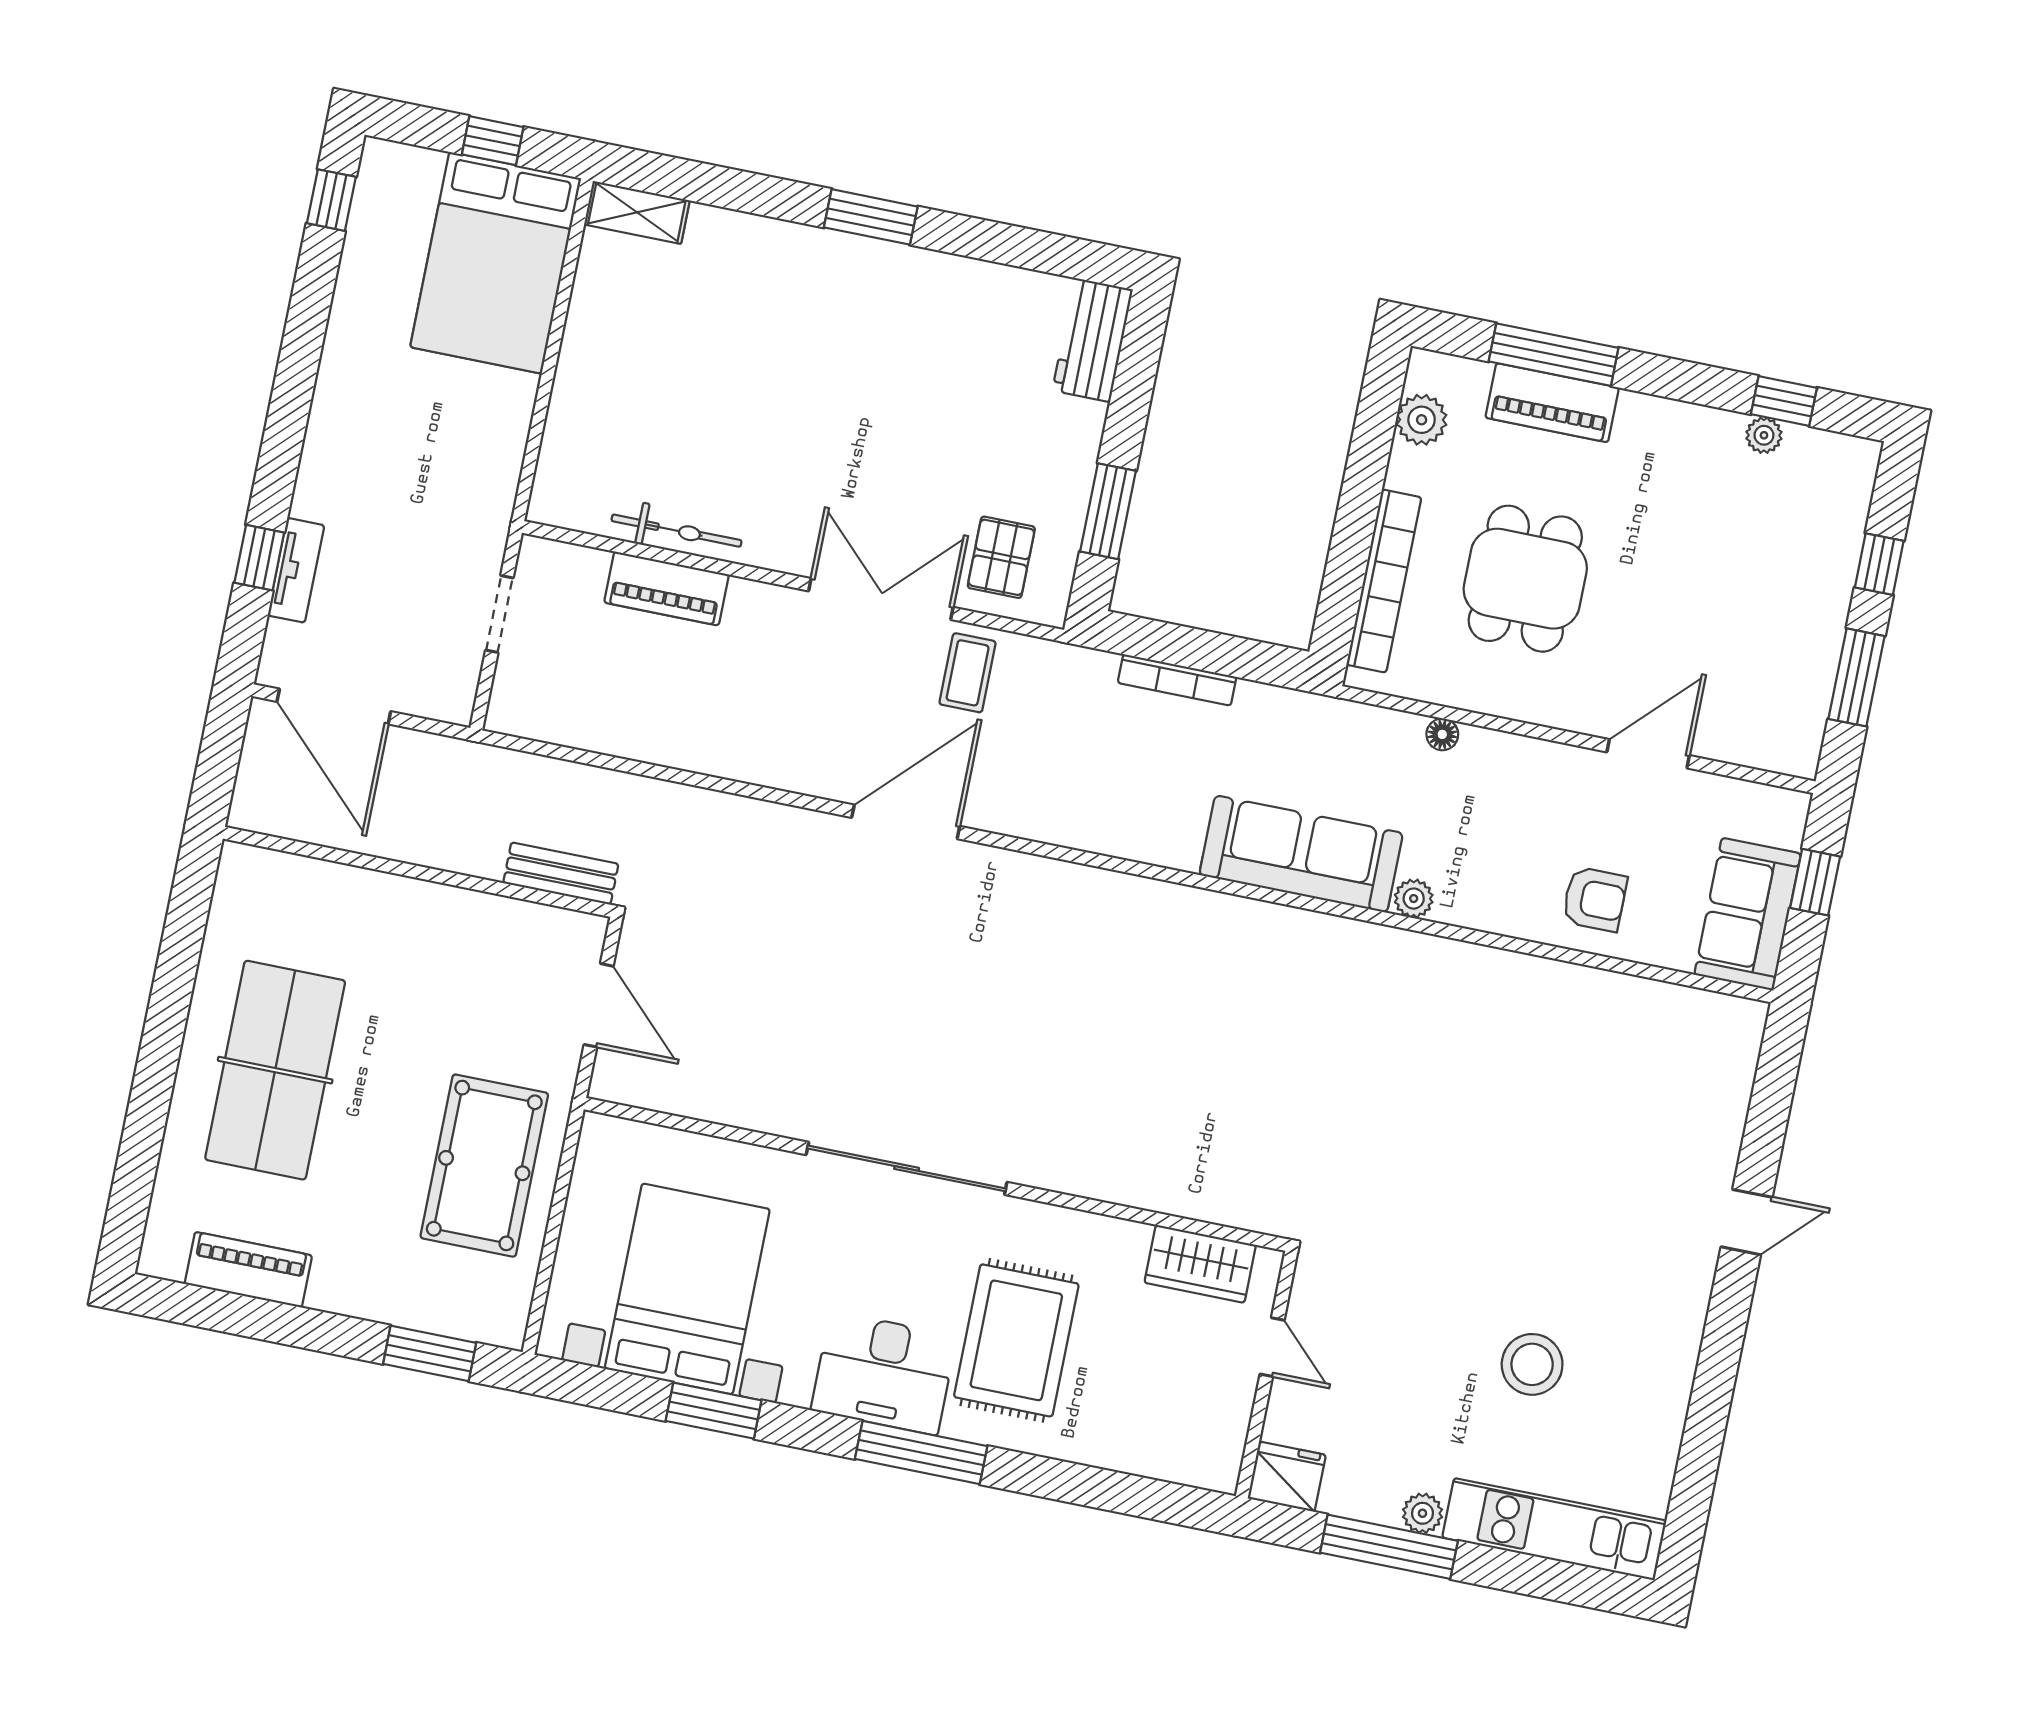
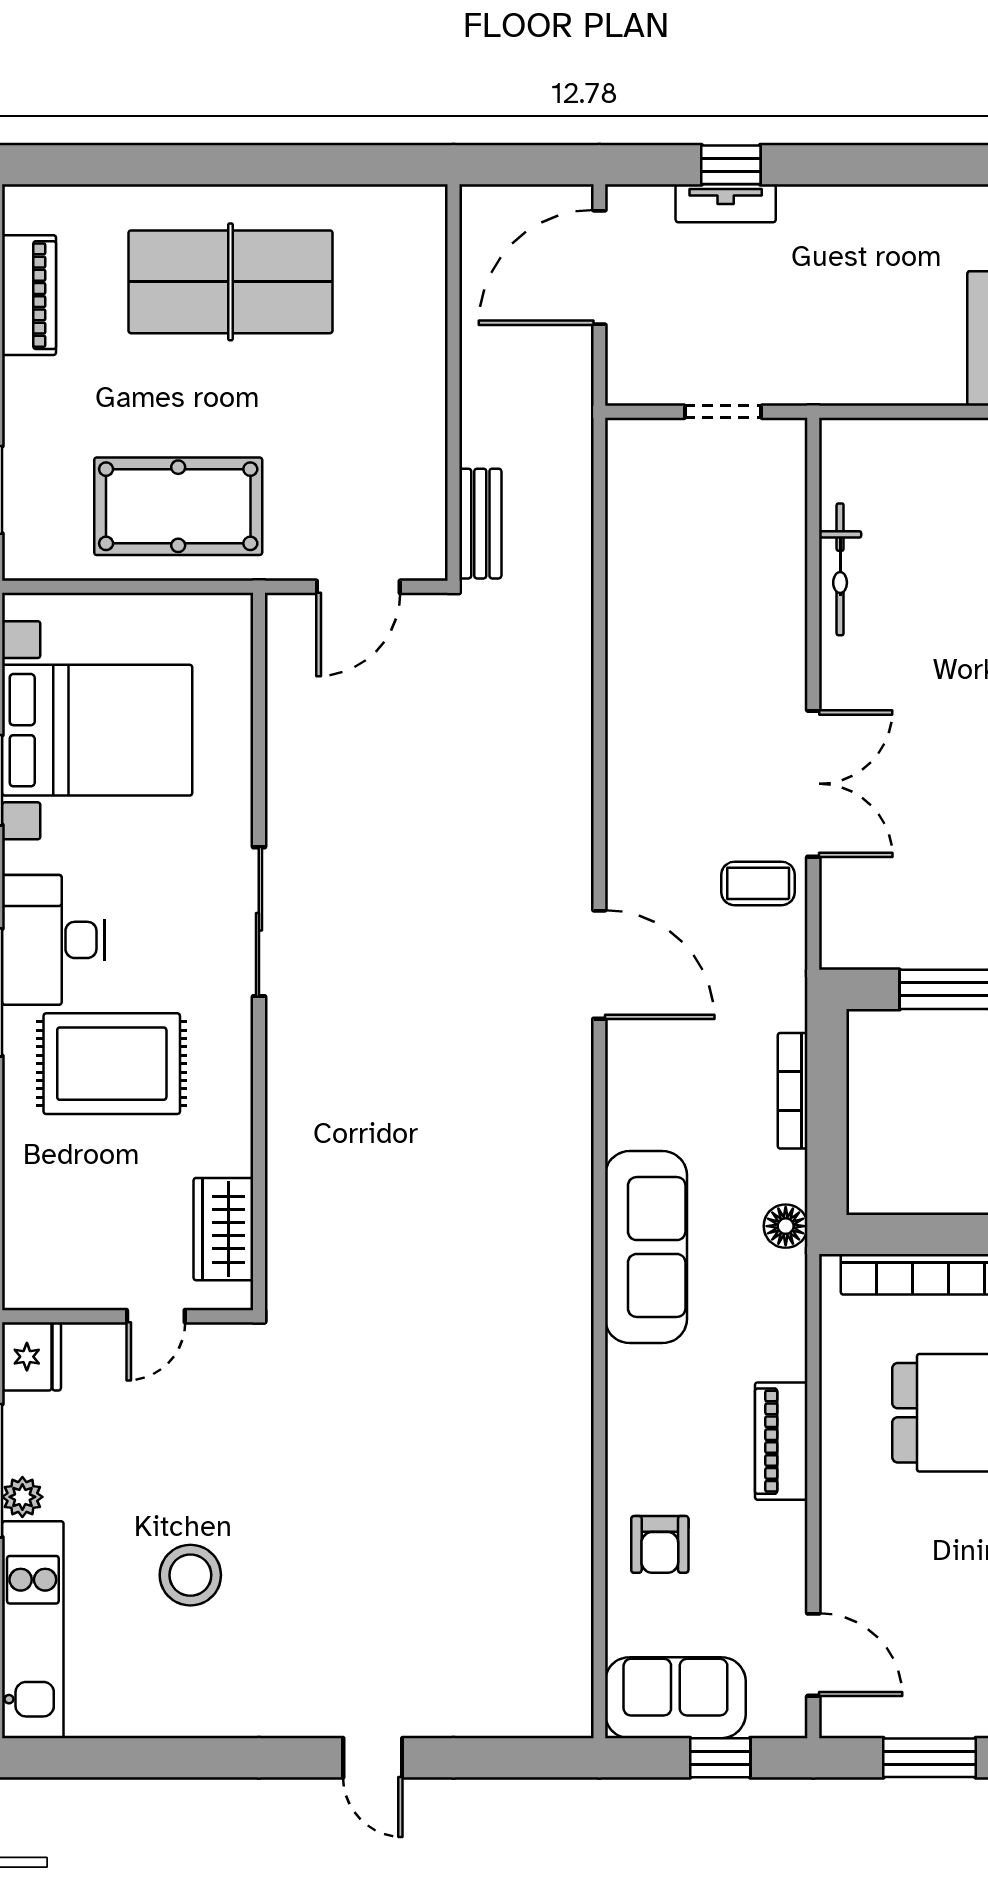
pallet: (1001, 557) -> (878, 894), removed
piano: (666, 588) -> (781, 1441), moved
floor lamp: (1442, 734) -> (786, 1226), moved, width x1.37, depth x1.37
door: (1648, 754) -> (813, 1655), moved
door: (906, 822) -> (599, 965), moved
plant: (1414, 899) -> (625, 1367), removed
sliding door: (907, 1168) -> (259, 922), width x0.73

